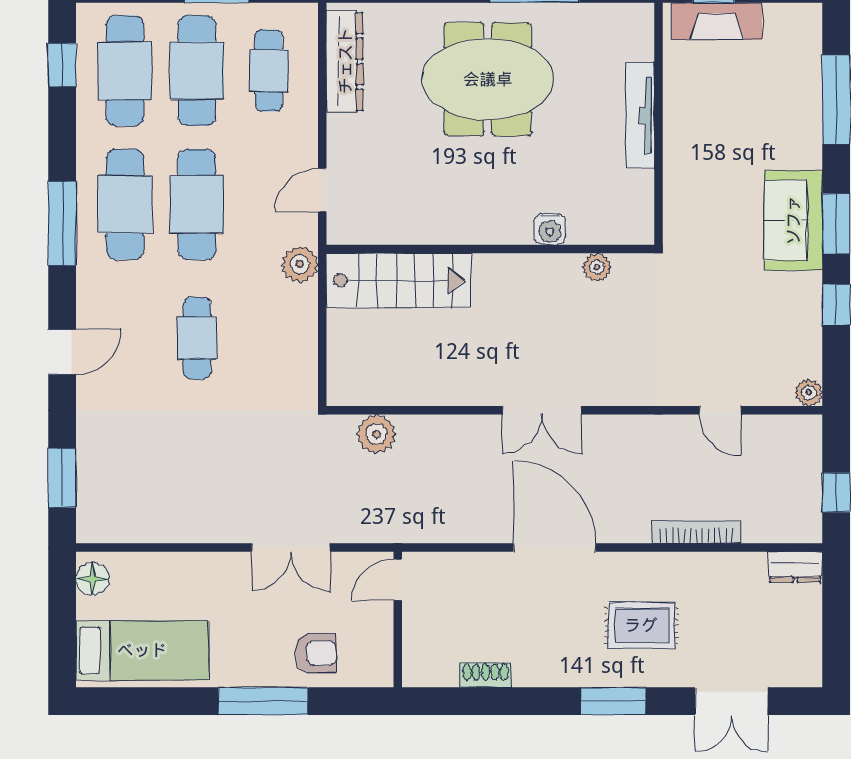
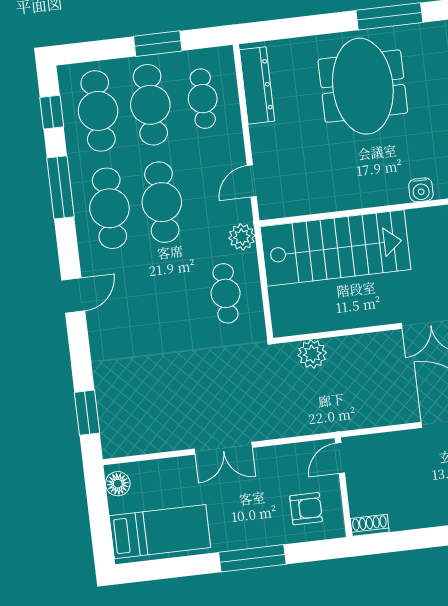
meeting table: (488, 79) -> (363, 86), turned 90
window: (62, 223) -> (61, 187), moved
stairs: (399, 280) -> (336, 248), width x1.36, depth x1.51
cafe table: (197, 338) -> (226, 293), moved
door: (62, 352) -> (73, 295), moved
double door: (291, 547) -> (223, 448), moved
armchair: (316, 653) -> (306, 509), moved
shoe rack: (485, 675) -> (370, 525), moved

